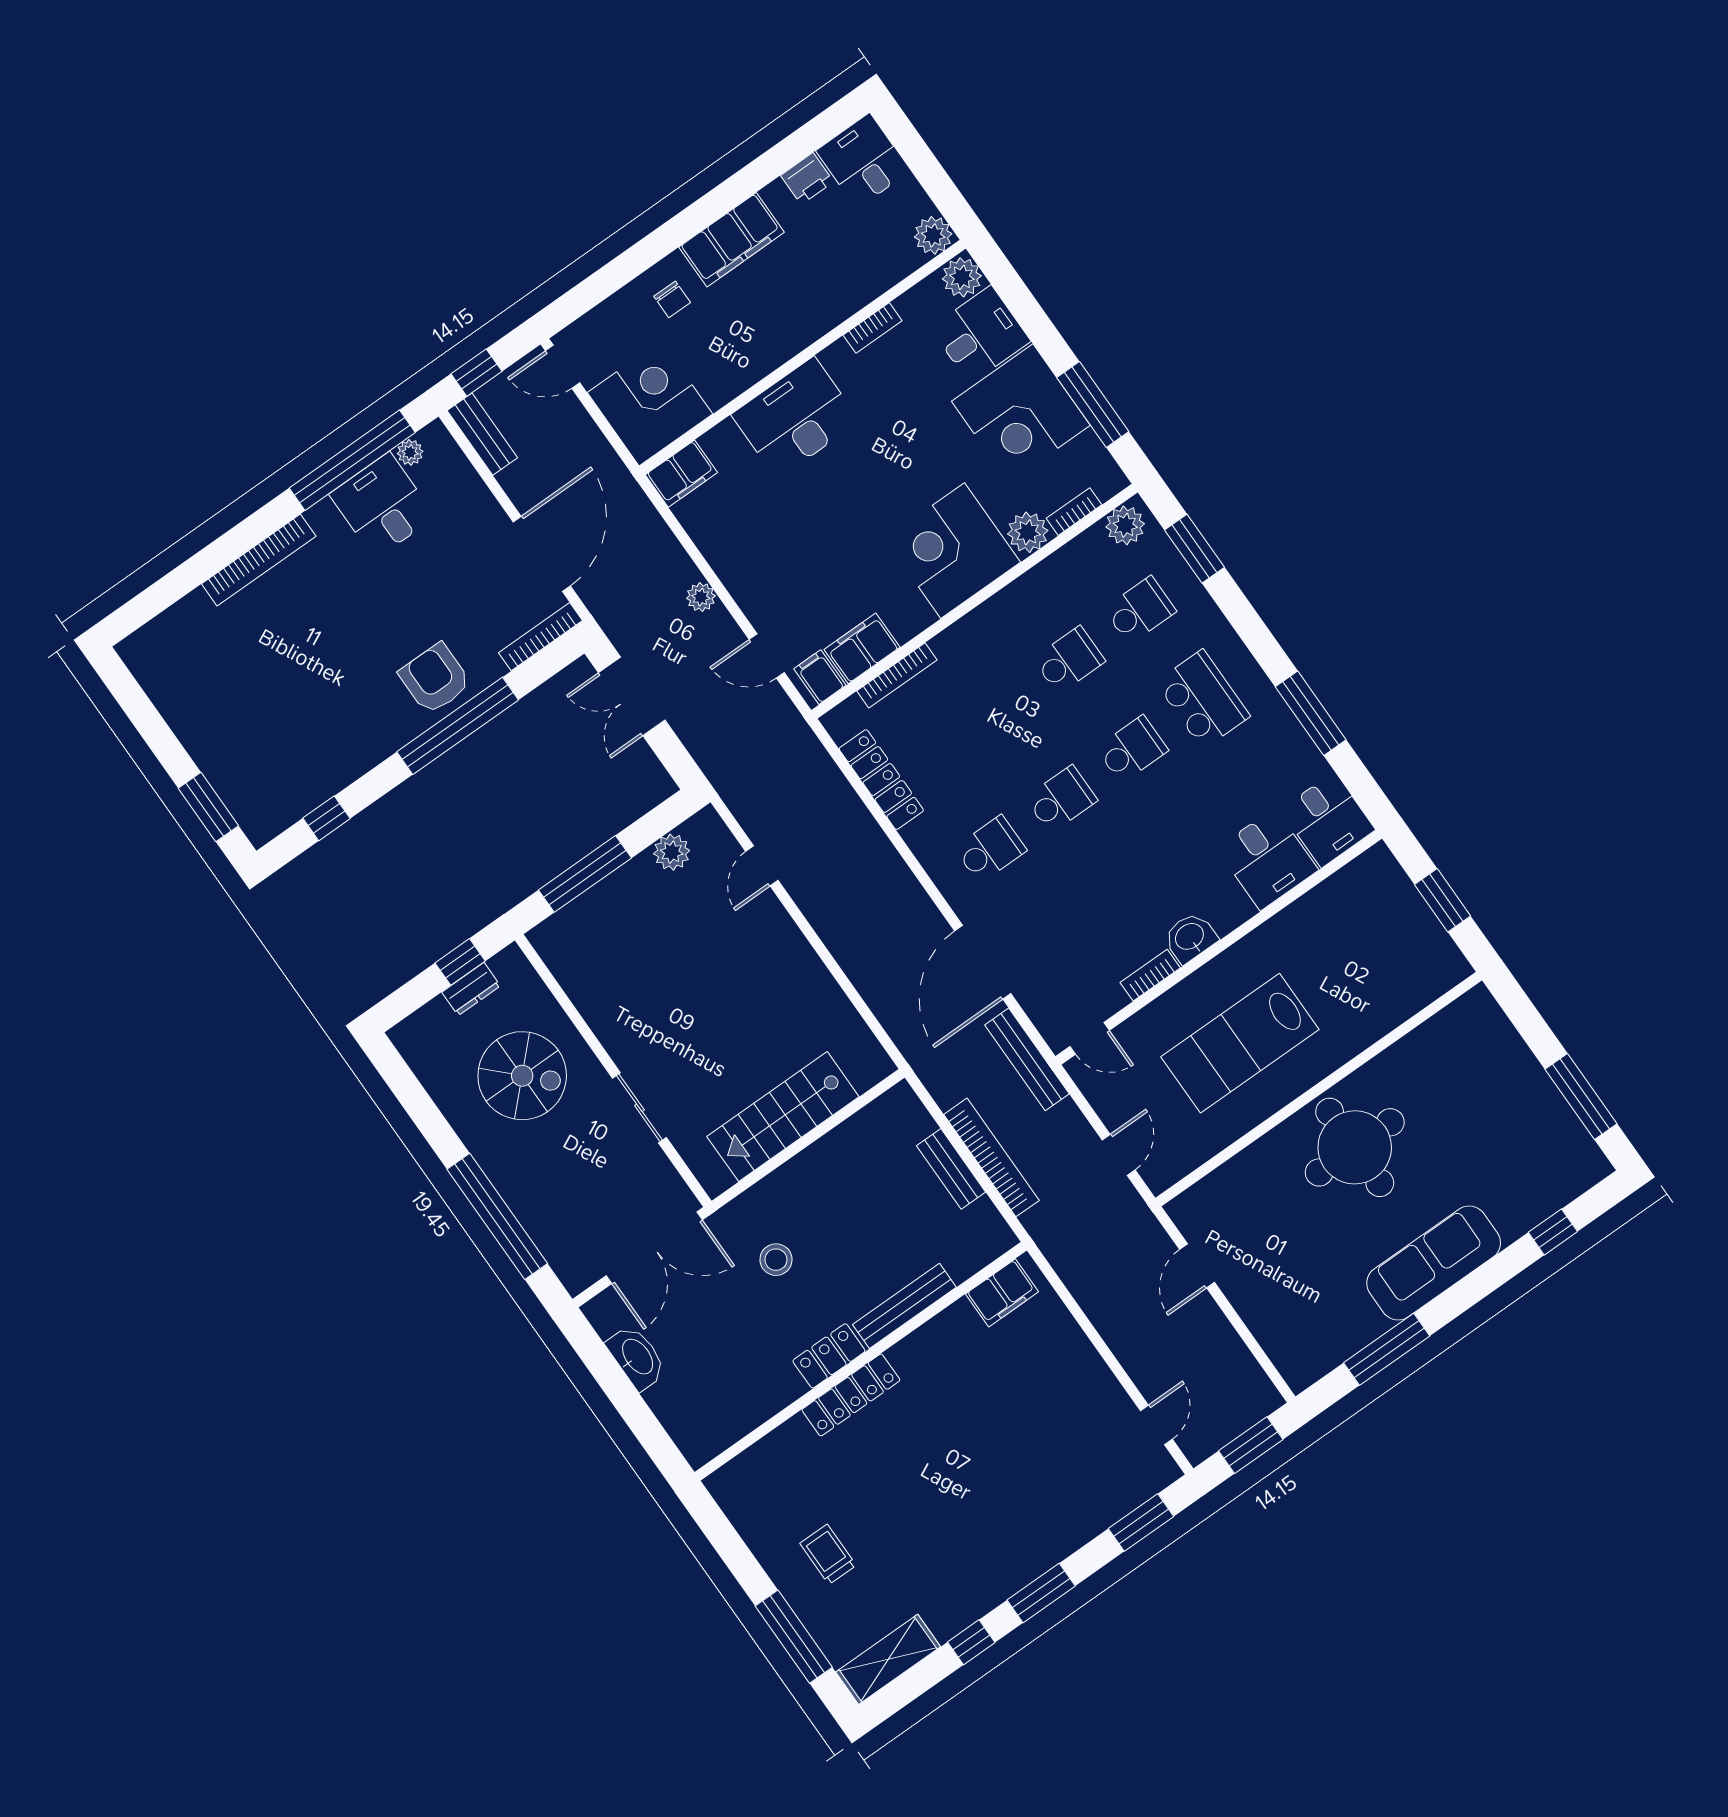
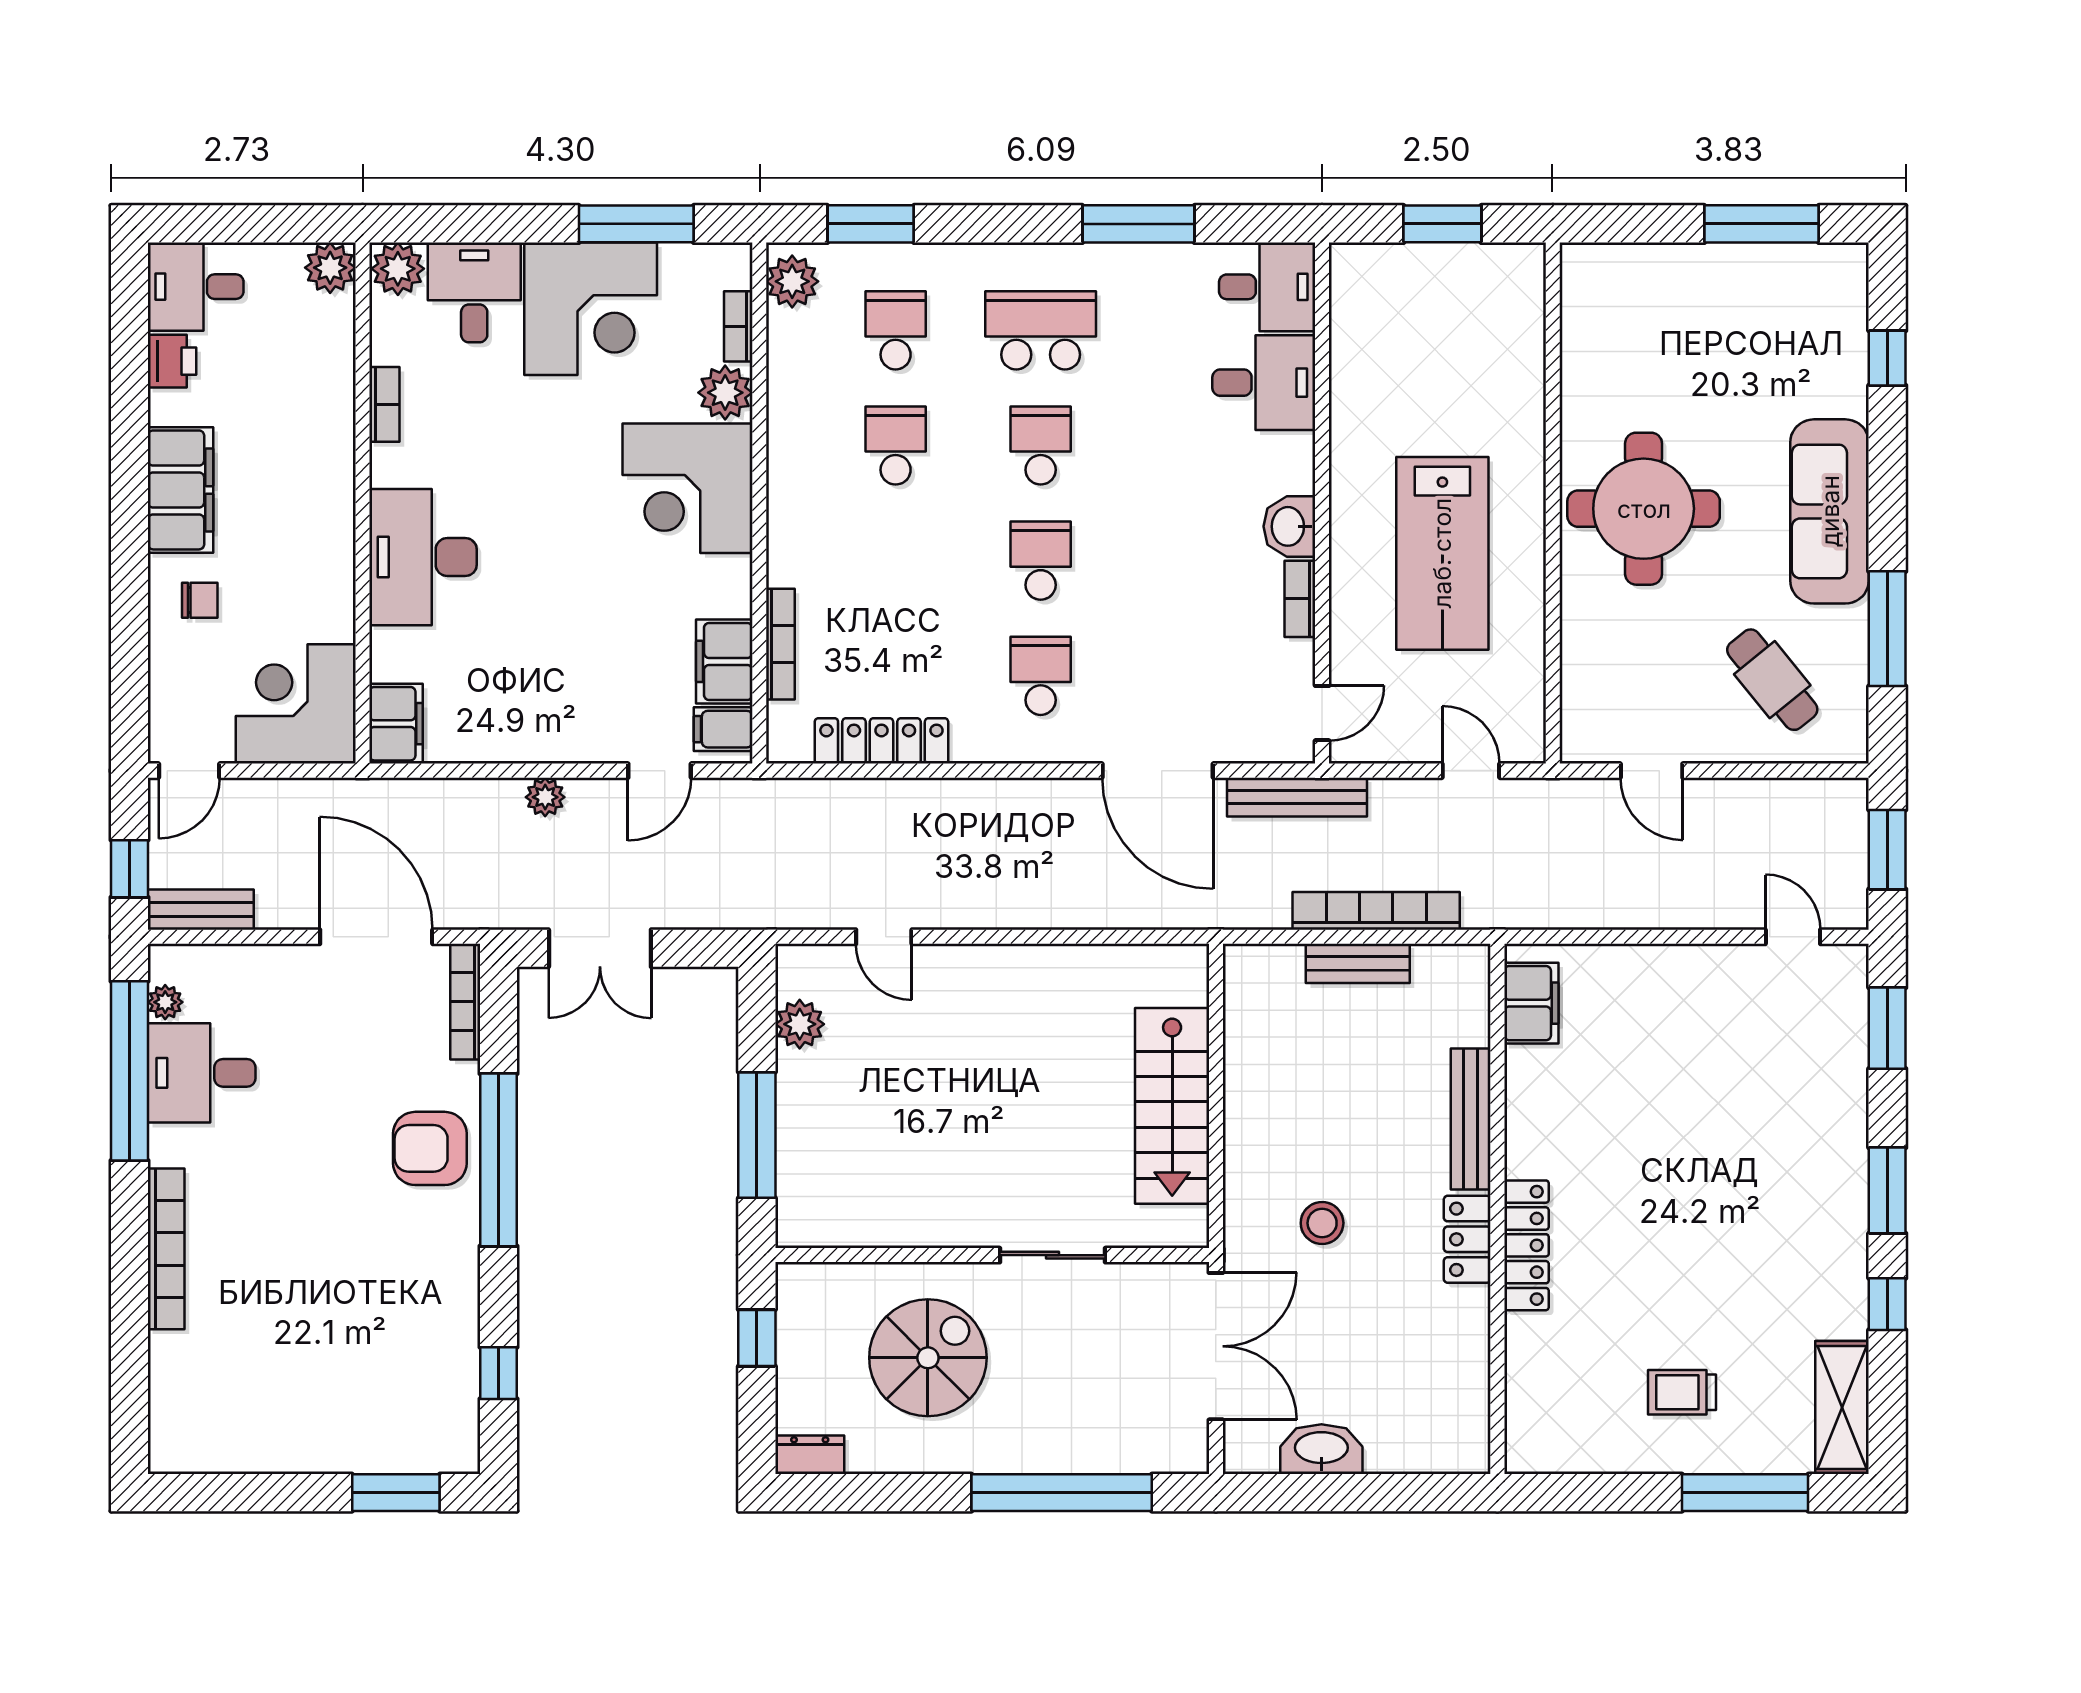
dresser: (471, 989) -> (810, 1455), moved, turned -90
cafe table: (1305, 1301) -> (1772, 680), added

